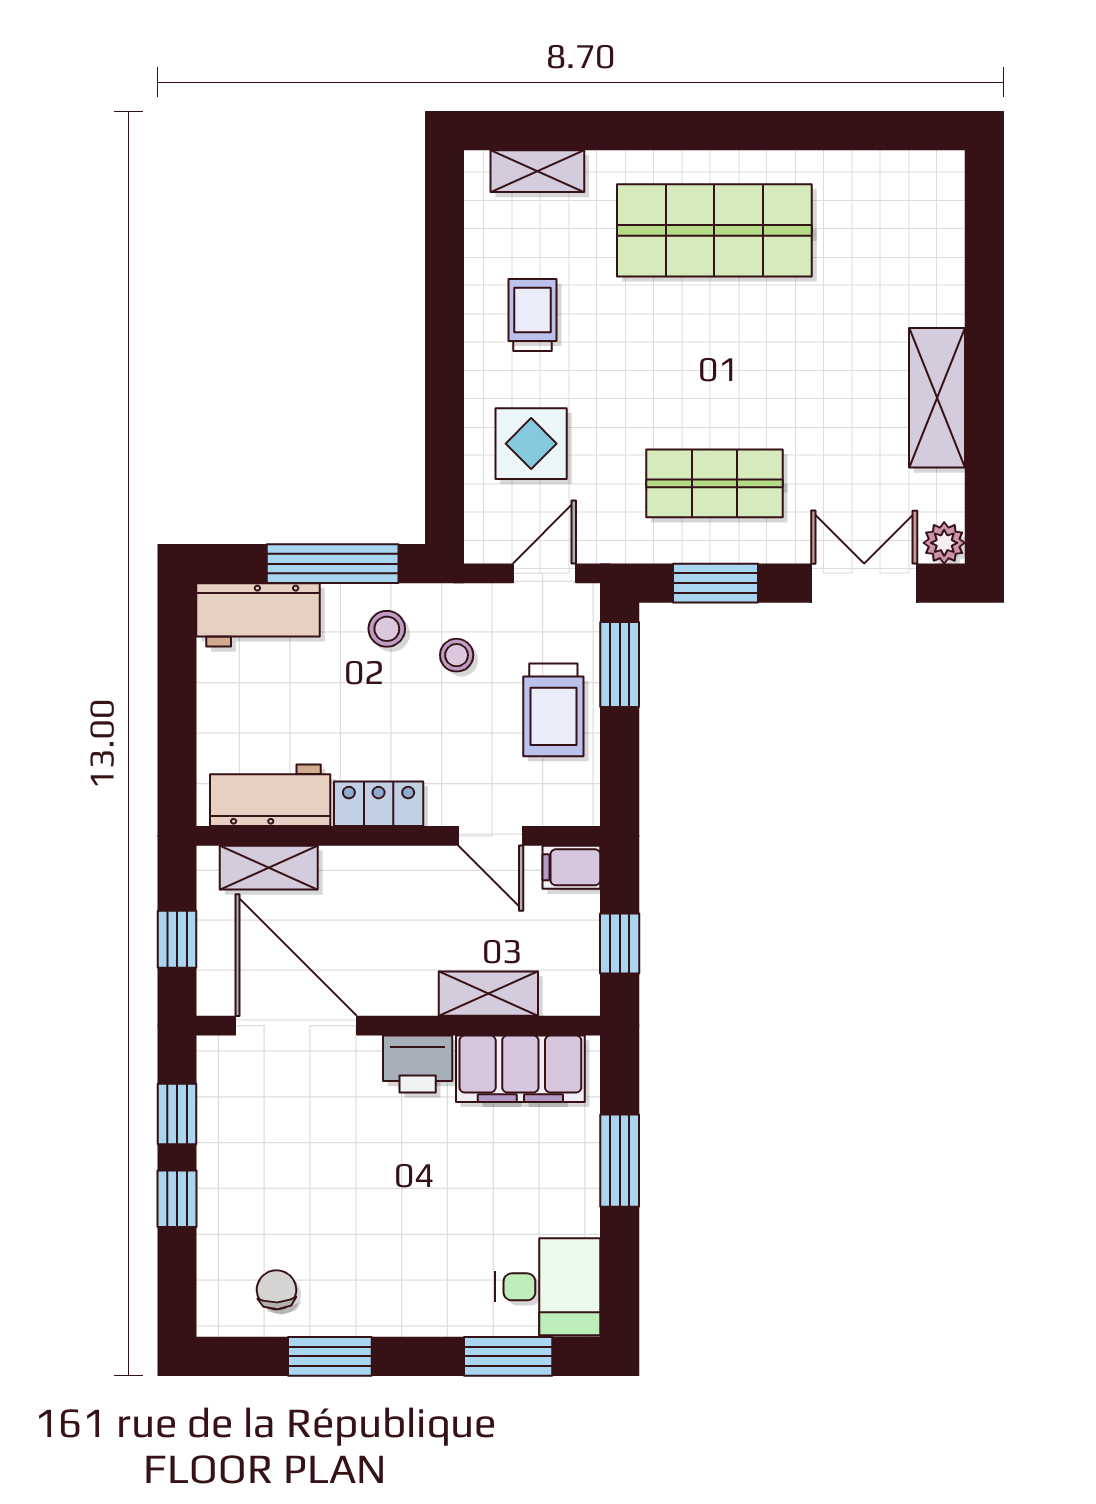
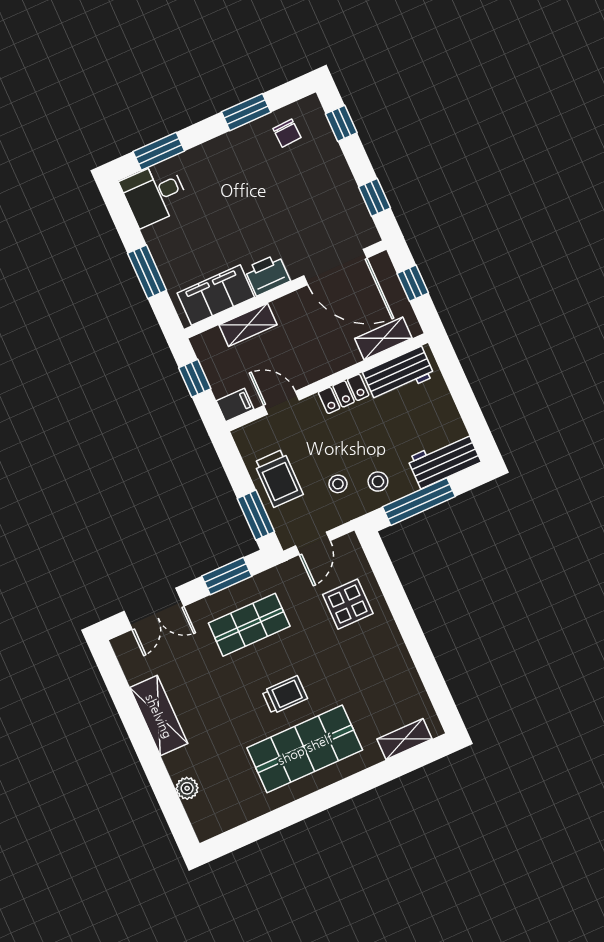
trolley: (533, 315) -> (285, 695), moved, turned -90
plant: (944, 543) -> (187, 788), moved
trolley: (553, 710) -> (278, 478), turned 180
window: (177, 1199) -> (341, 123), moved

